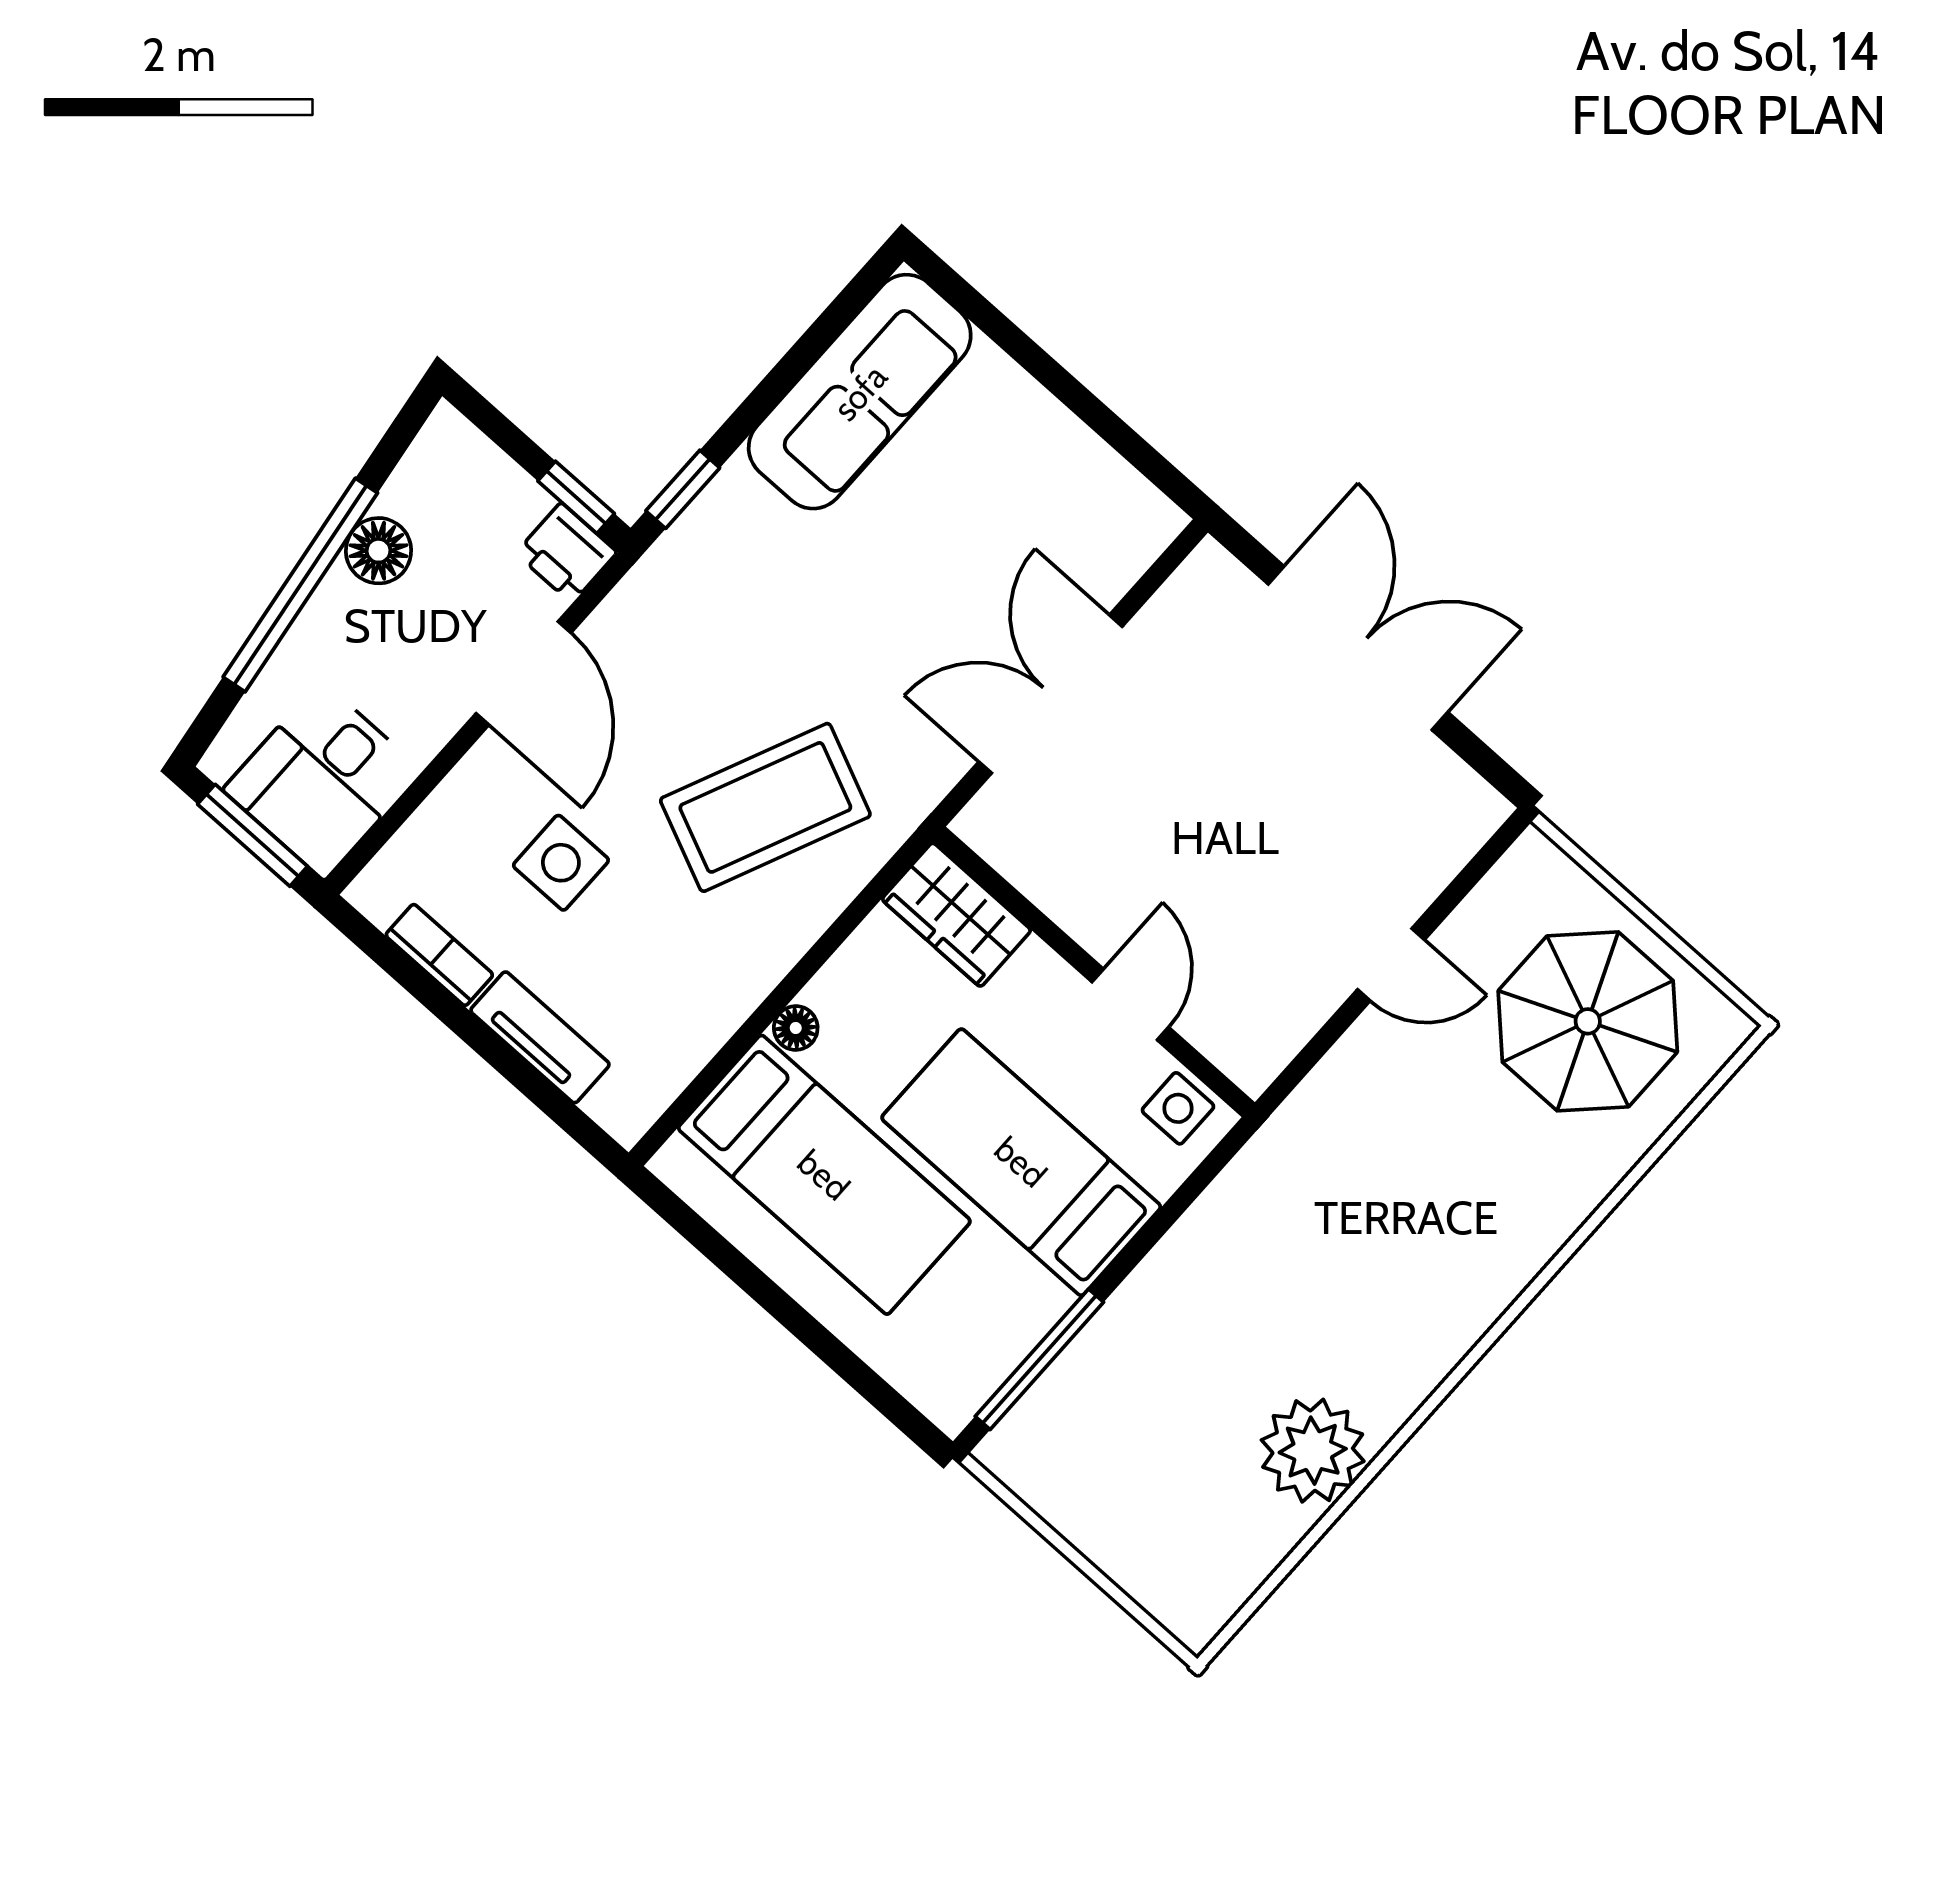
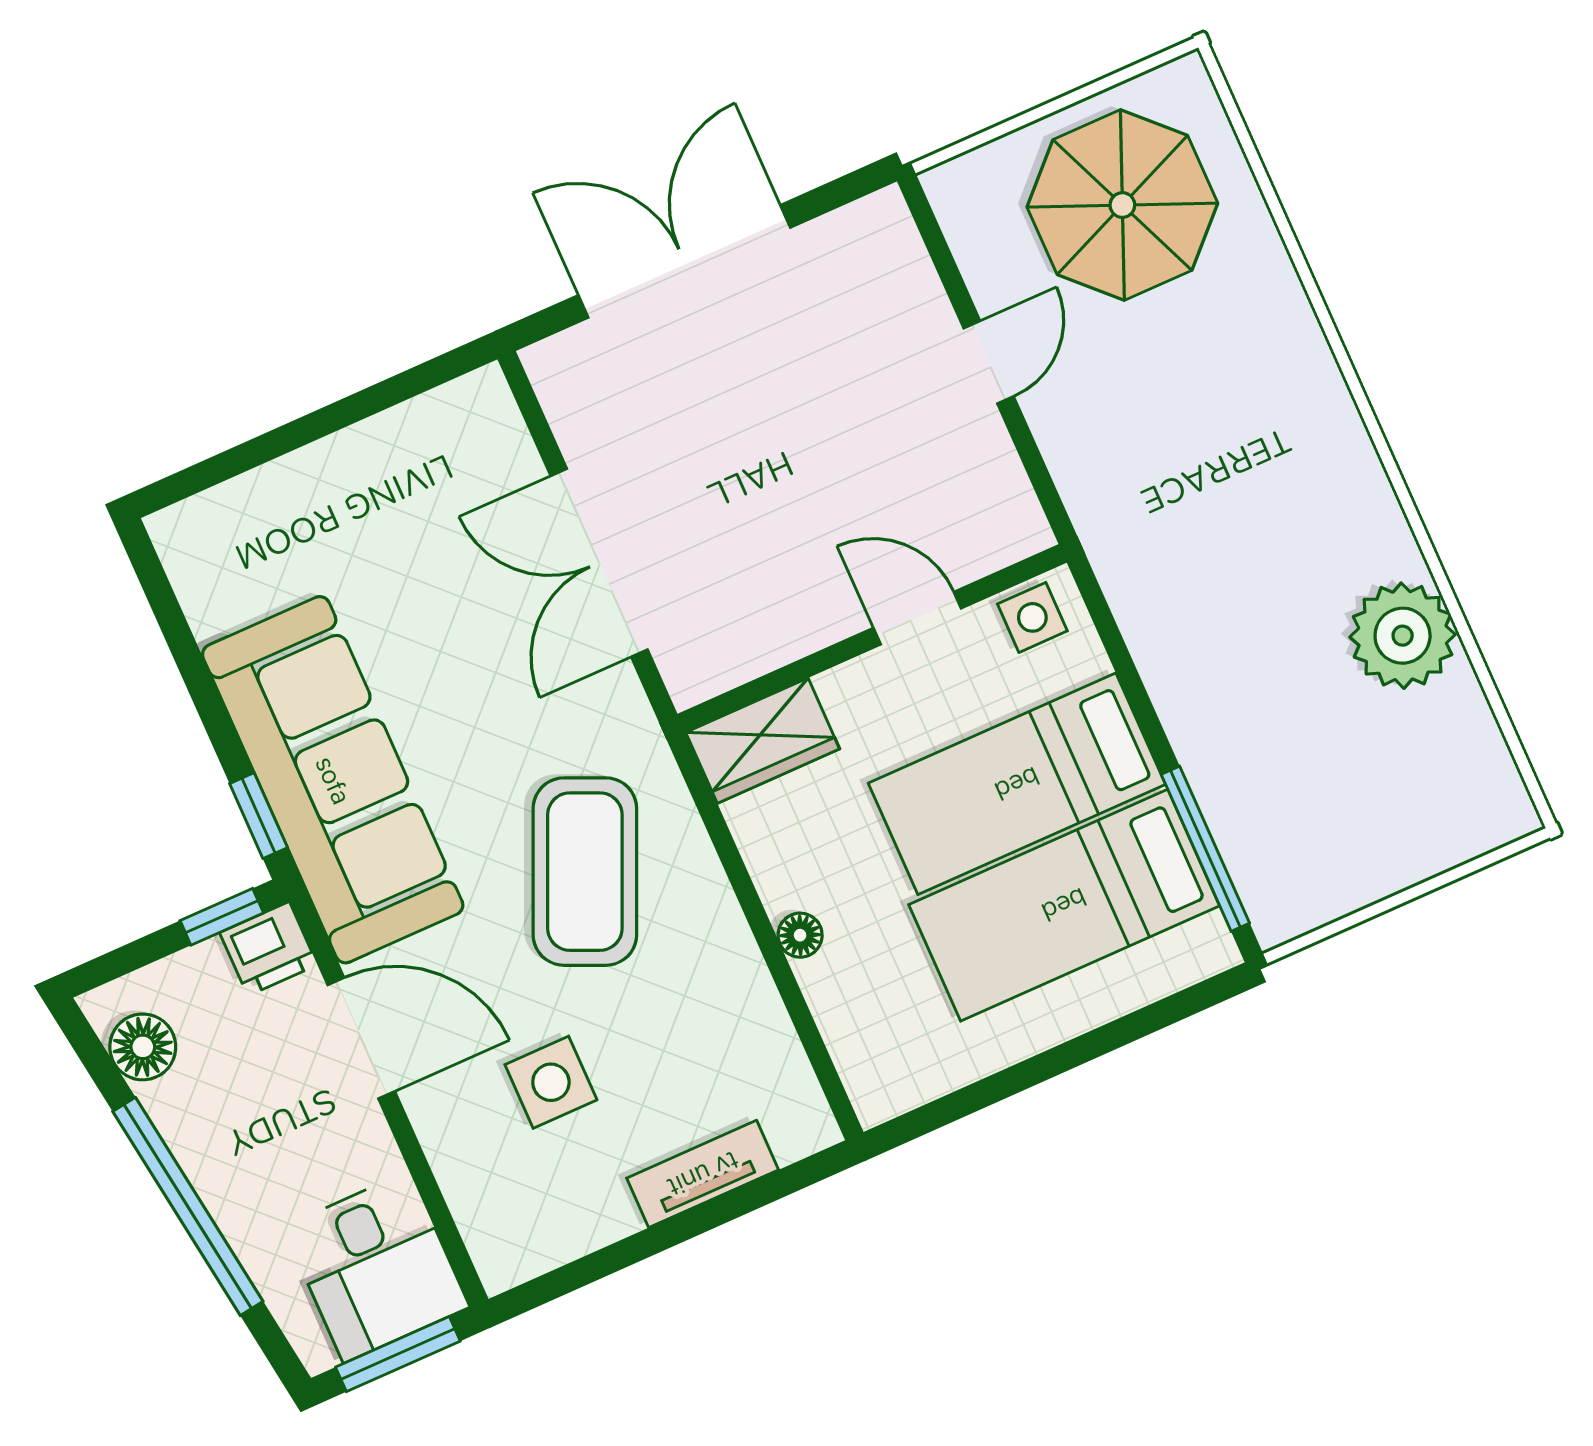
sofa: (860, 392) -> (333, 780), moved, width x1.36, depth x1.27
floor lamp: (378, 551) -> (143, 1047), moved
bookcase: (439, 955) -> (585, 1232), removed
bed: (824, 1175) -> (1064, 905), moved, turned 180

